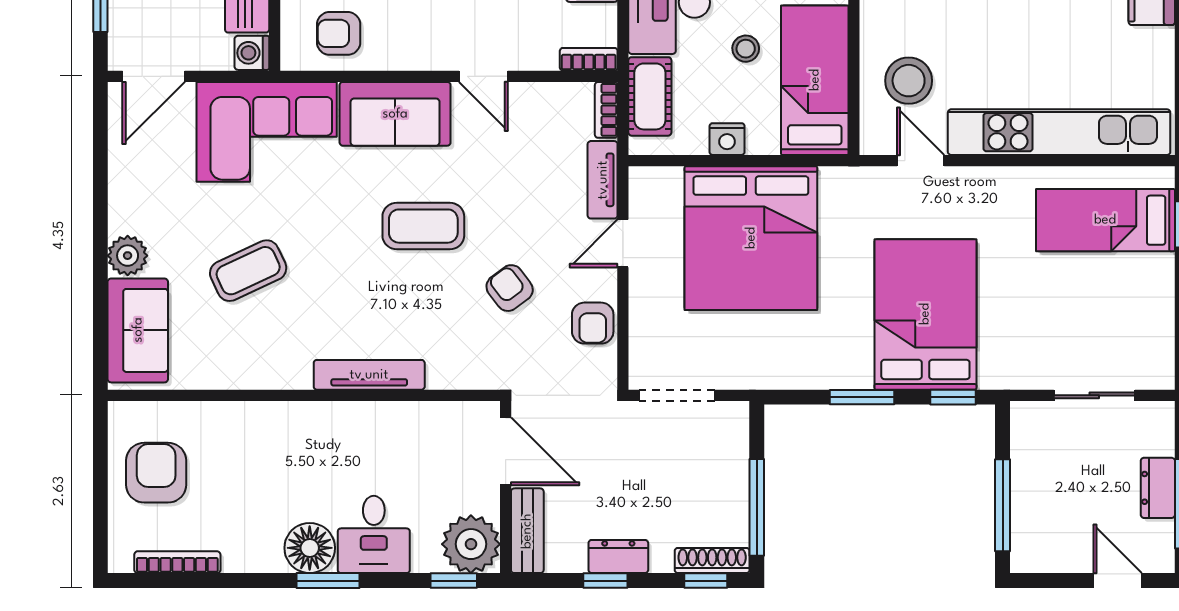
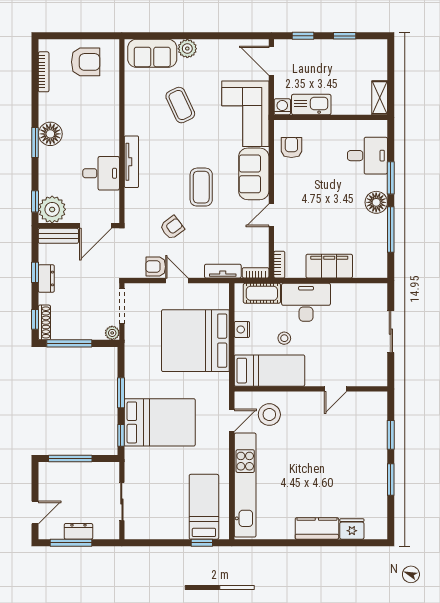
door: (623, 243) -> (177, 281), moved
plant: (734, 416) -> (112, 333), added
desk: (374, 534) -> (101, 173), moved, turned 180

